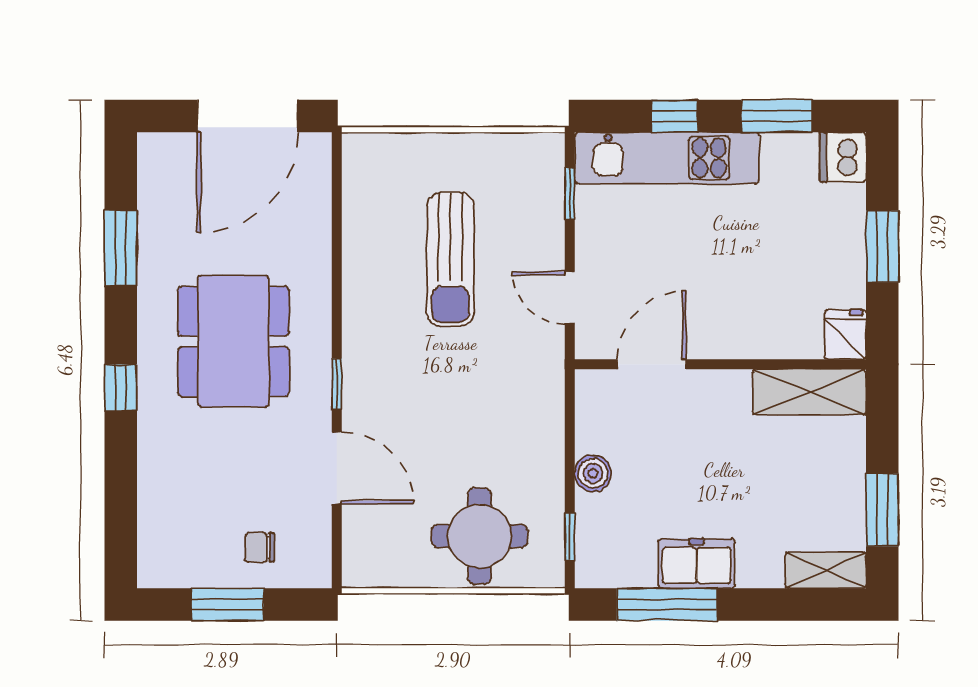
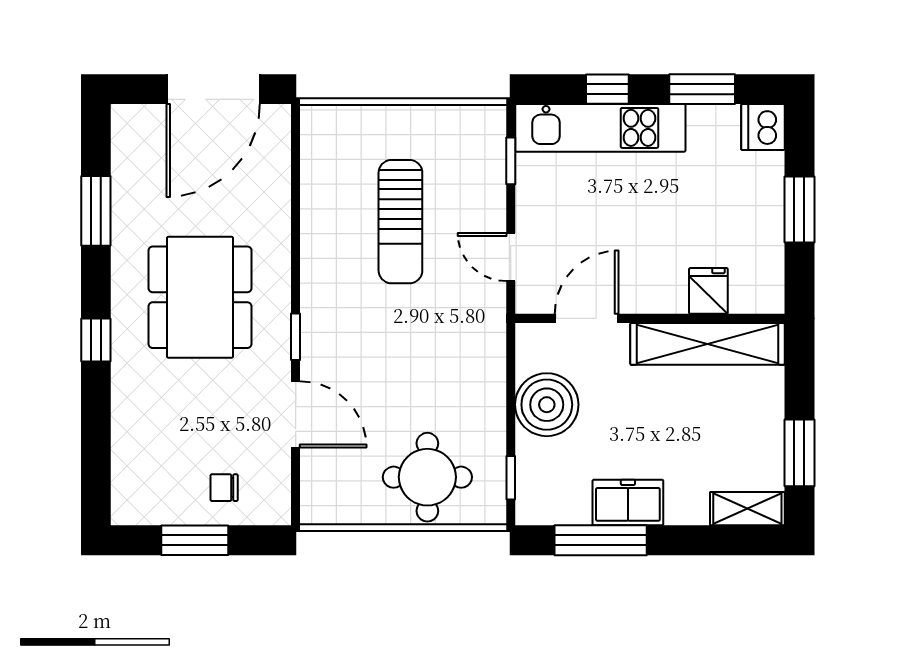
fridge: (845, 335) -> (708, 291), moved
shelving: (809, 392) -> (708, 344), width x1.47
boiler: (593, 473) -> (547, 405), width x1.86, depth x1.86

